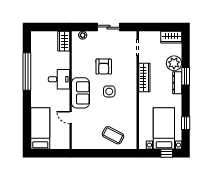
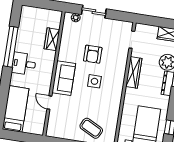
sliding door: (109, 27) -> (94, 12), moved
wardrobe: (64, 41) -> (52, 39), moved
desk: (59, 79) -> (24, 64), moved, turned 180

